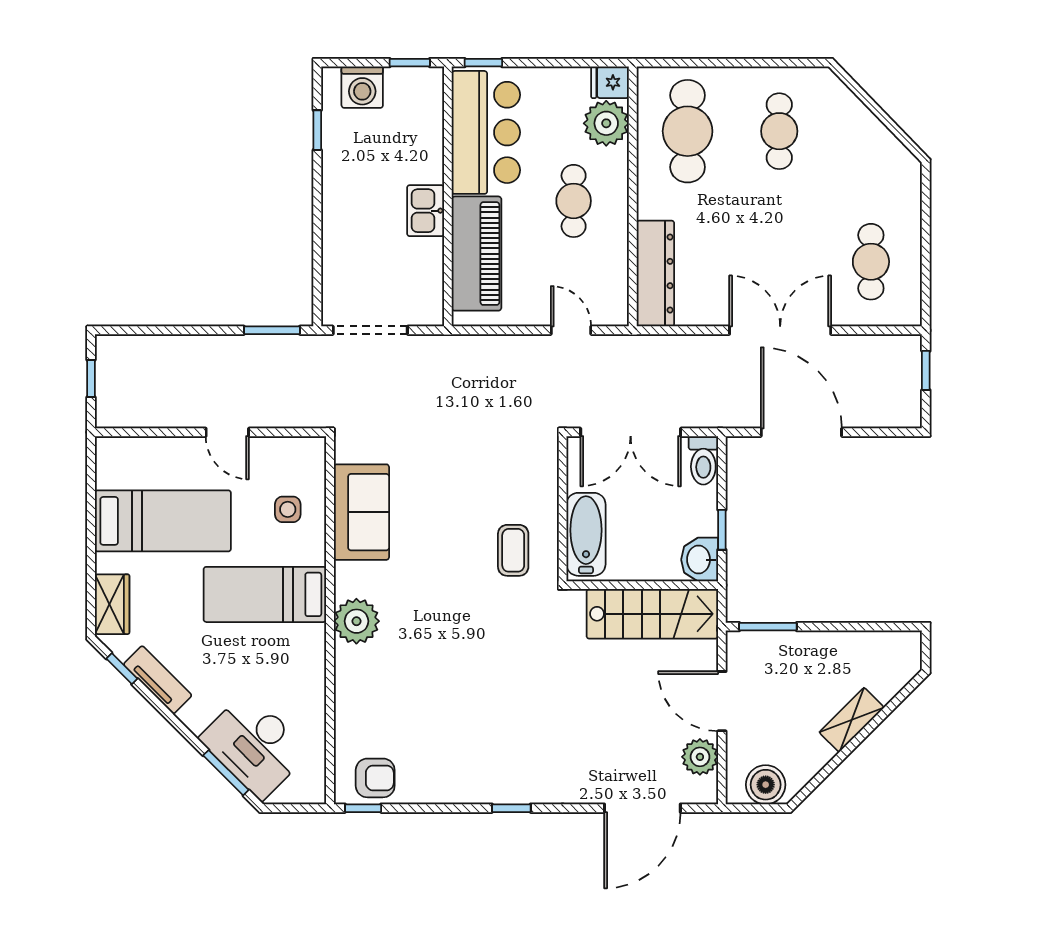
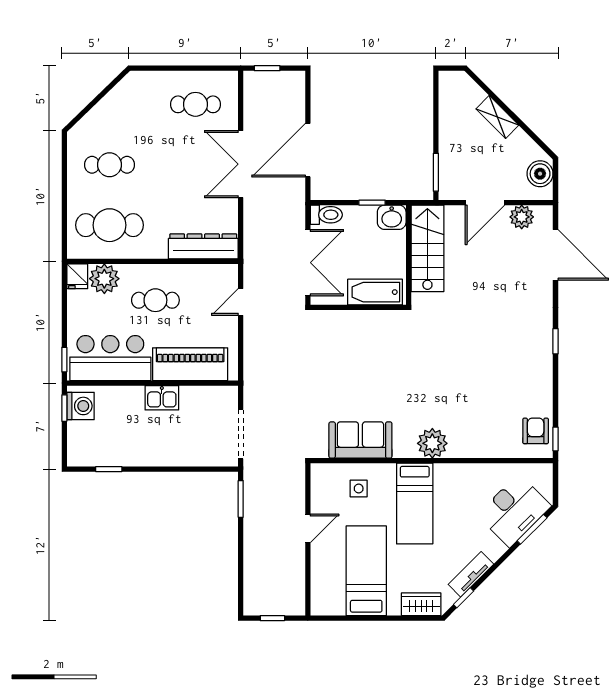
washing machine: (362, 87) -> (81, 406), moved
coffee table: (513, 550) -> (386, 340), removed

